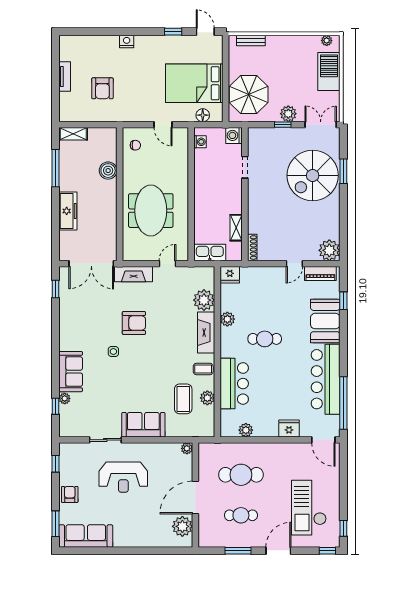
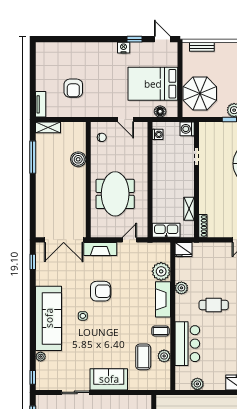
nightstand: (127, 41) -> (124, 48), moved
tv unit: (65, 76) -> (41, 104), moved
freezer: (68, 211) -> (43, 194), removed
sofa: (71, 372) -> (49, 318), width x1.85, depth x1.27
window: (56, 406) -> (33, 377), moved
plant: (187, 448) -> (146, 400), removed

